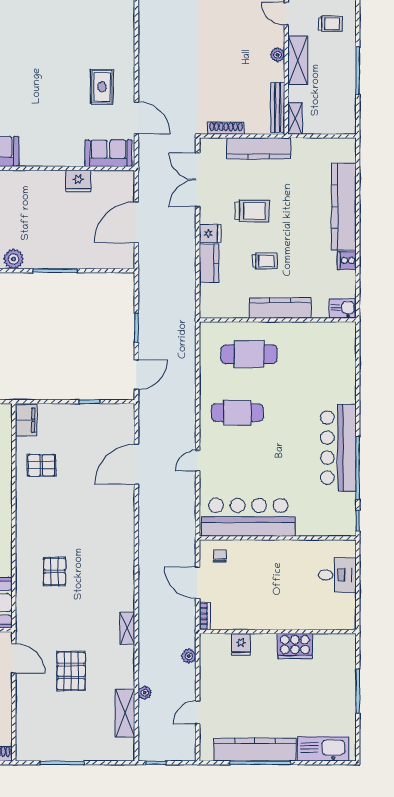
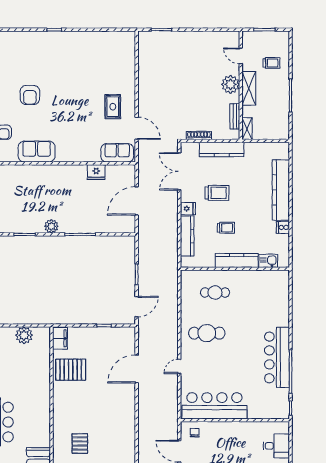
plant: (278, 55) -> (231, 84), width x1.87, depth x1.87
bench: (278, 107) -> (235, 116), width x0.73
kitchen counter: (209, 263) -> (187, 236), width x1.50
kitchen sink: (343, 309) -> (268, 261), moved
cafe table: (249, 354) -> (215, 293), width x0.73, depth x0.74
pallet: (41, 465) -> (71, 370), width x1.50, depth x1.42

